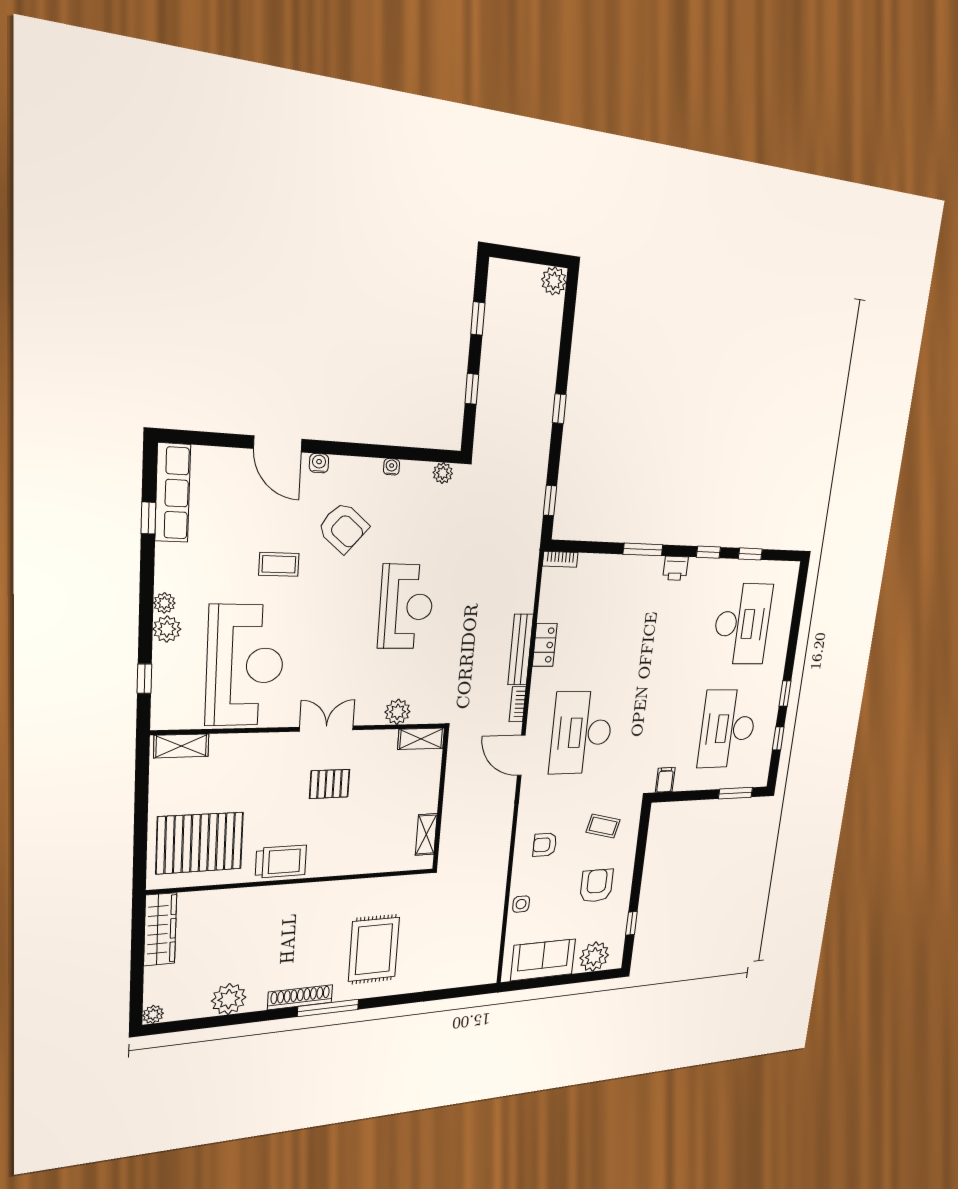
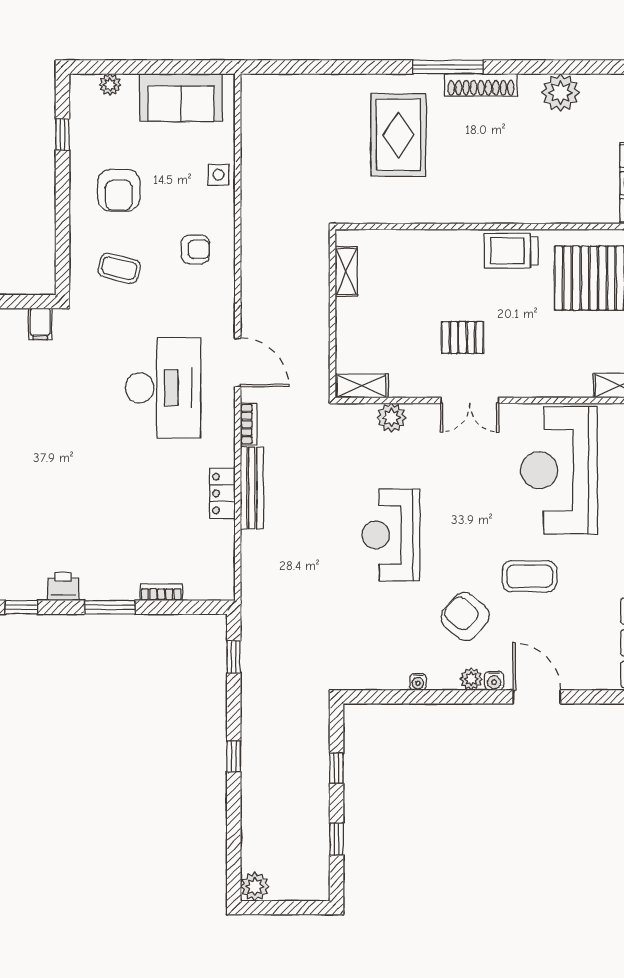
plant: (443, 473) -> (471, 679), moved
bookcase: (560, 559) -> (161, 592), moved
coffee table: (279, 564) -> (530, 576), width x1.36, depth x1.30
plant: (594, 957) -> (110, 85), width x0.53, depth x0.53

